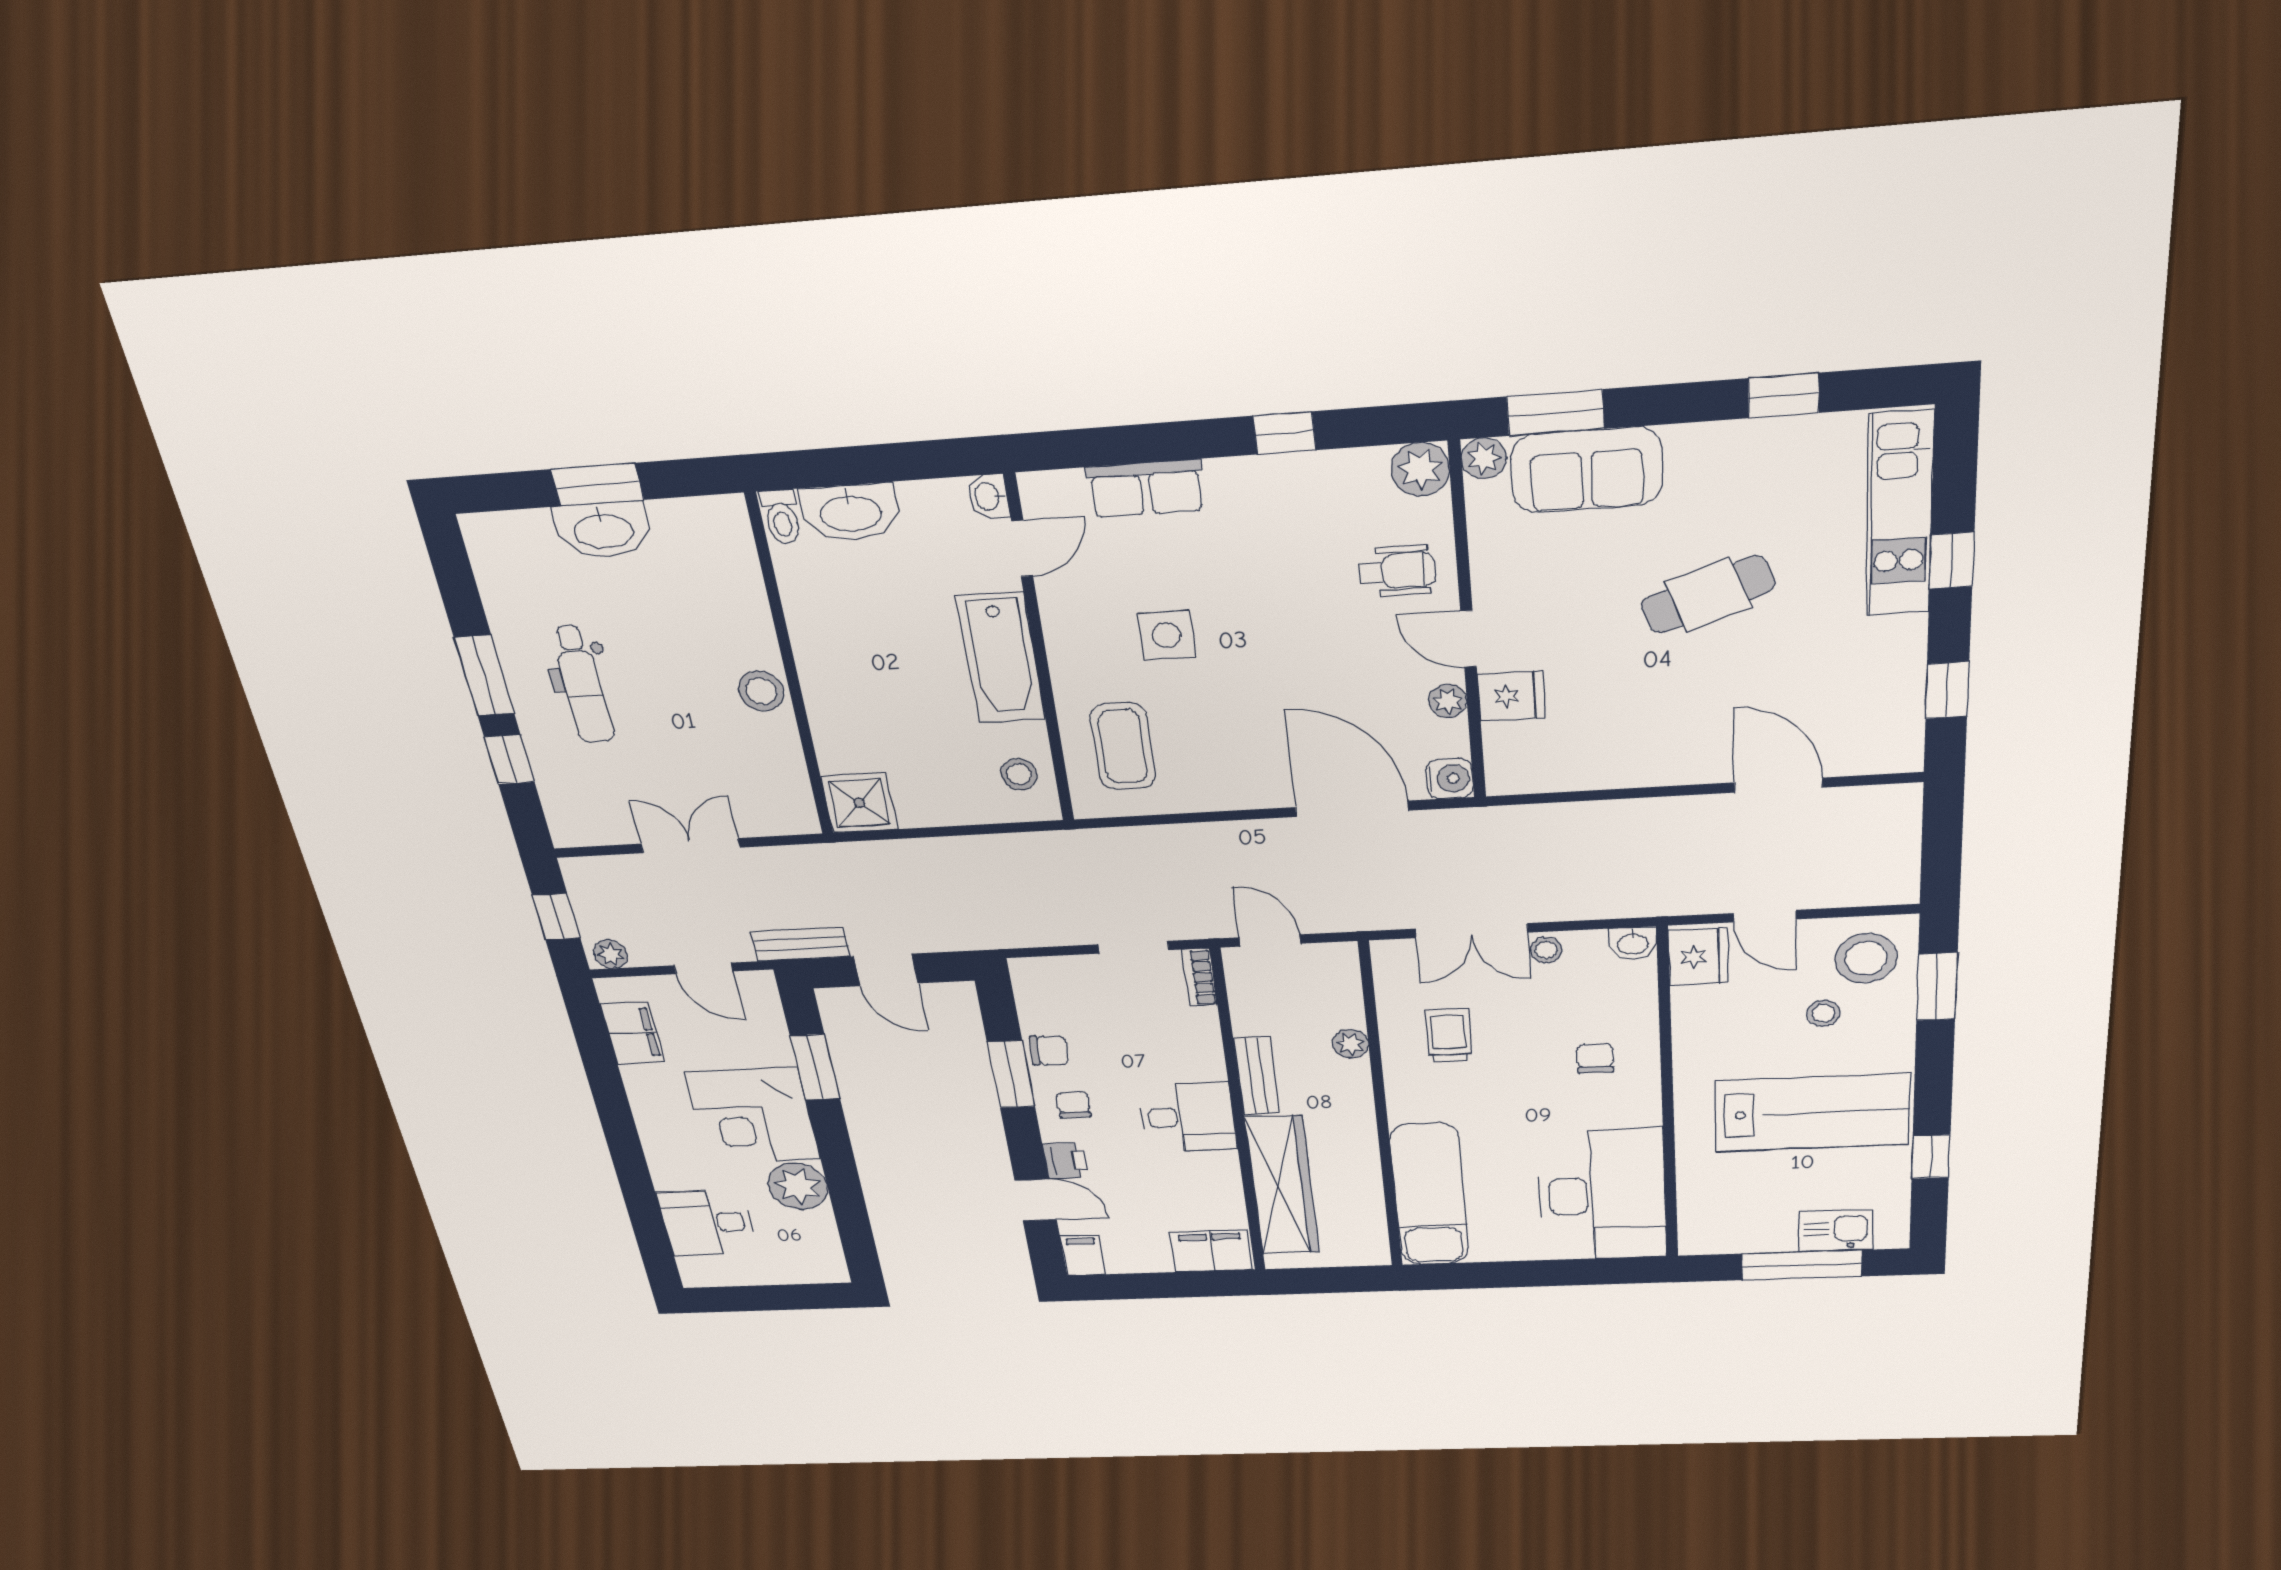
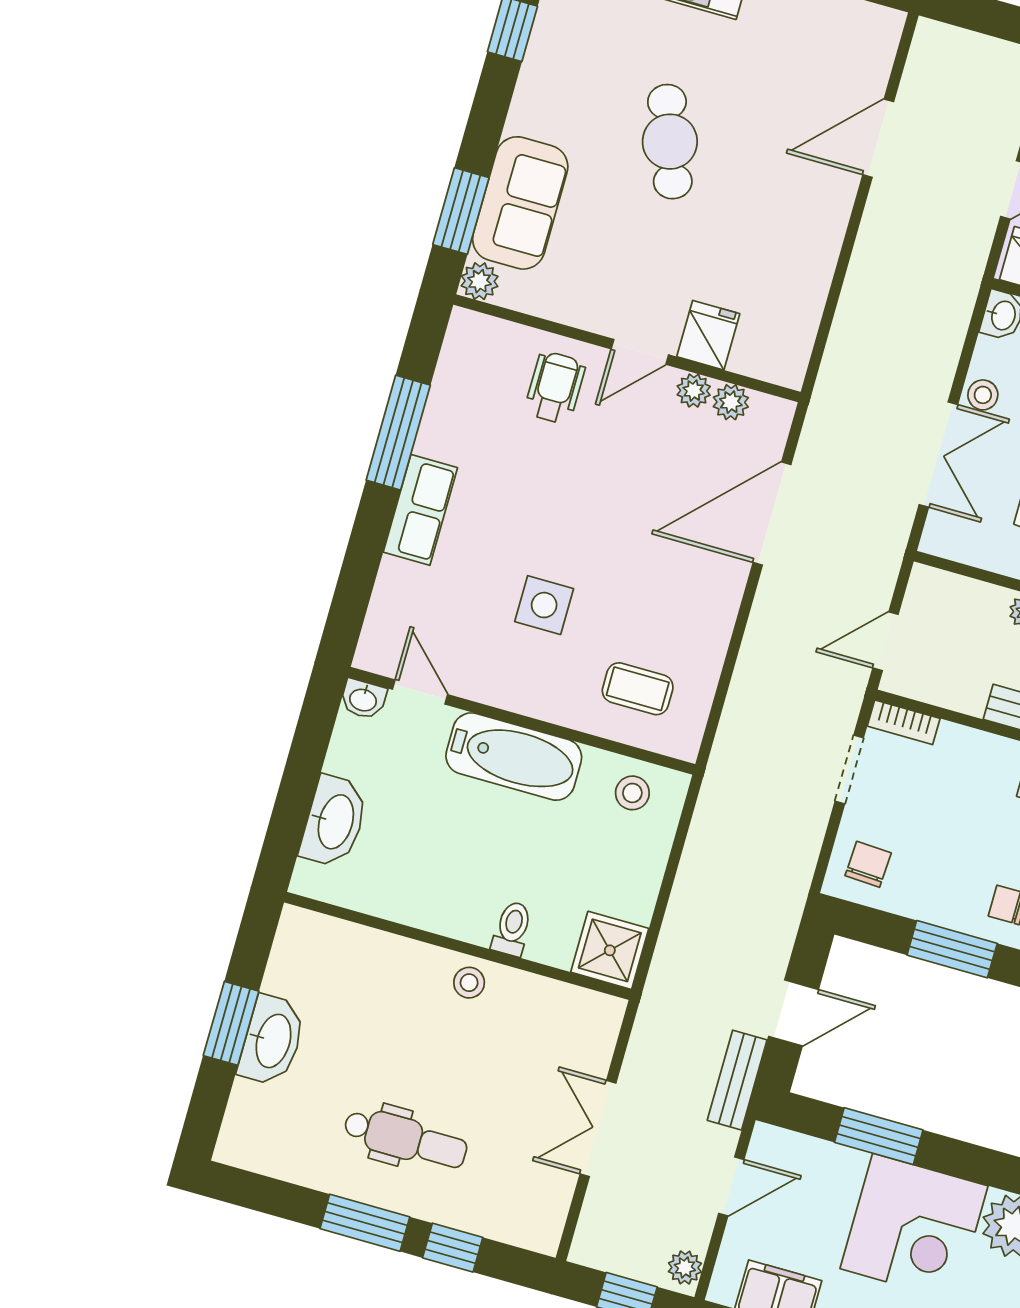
window: (1284, 433) -> (398, 433), width x2.17
plant: (1420, 469) -> (731, 402), moved, width x0.73, depth x0.73
row of seats: (1146, 489) -> (420, 510), moved
toilet: (781, 517) -> (512, 929), moved, turned -90
stool: (761, 691) -> (469, 983), width x0.73, depth x0.73
coffee table: (1123, 747) -> (638, 689), width x0.73, depth x0.77
water cooler: (1449, 779) -> (772, 417), removed
chair: (1049, 1051) -> (868, 864), moved

